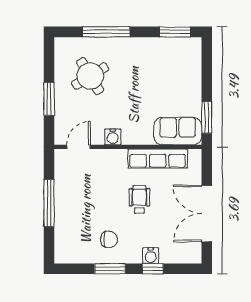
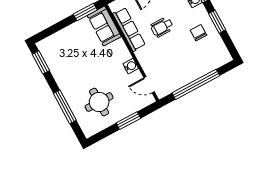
round table: (90, 76) -> (99, 102), turned 31
window: (49, 203) -> (196, 84), width x1.46

